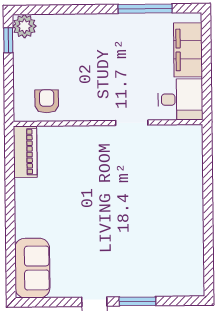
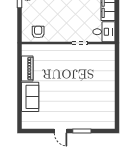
piano: (25, 152) -> (27, 69), moved
sofa: (32, 268) -> (30, 97), moved

